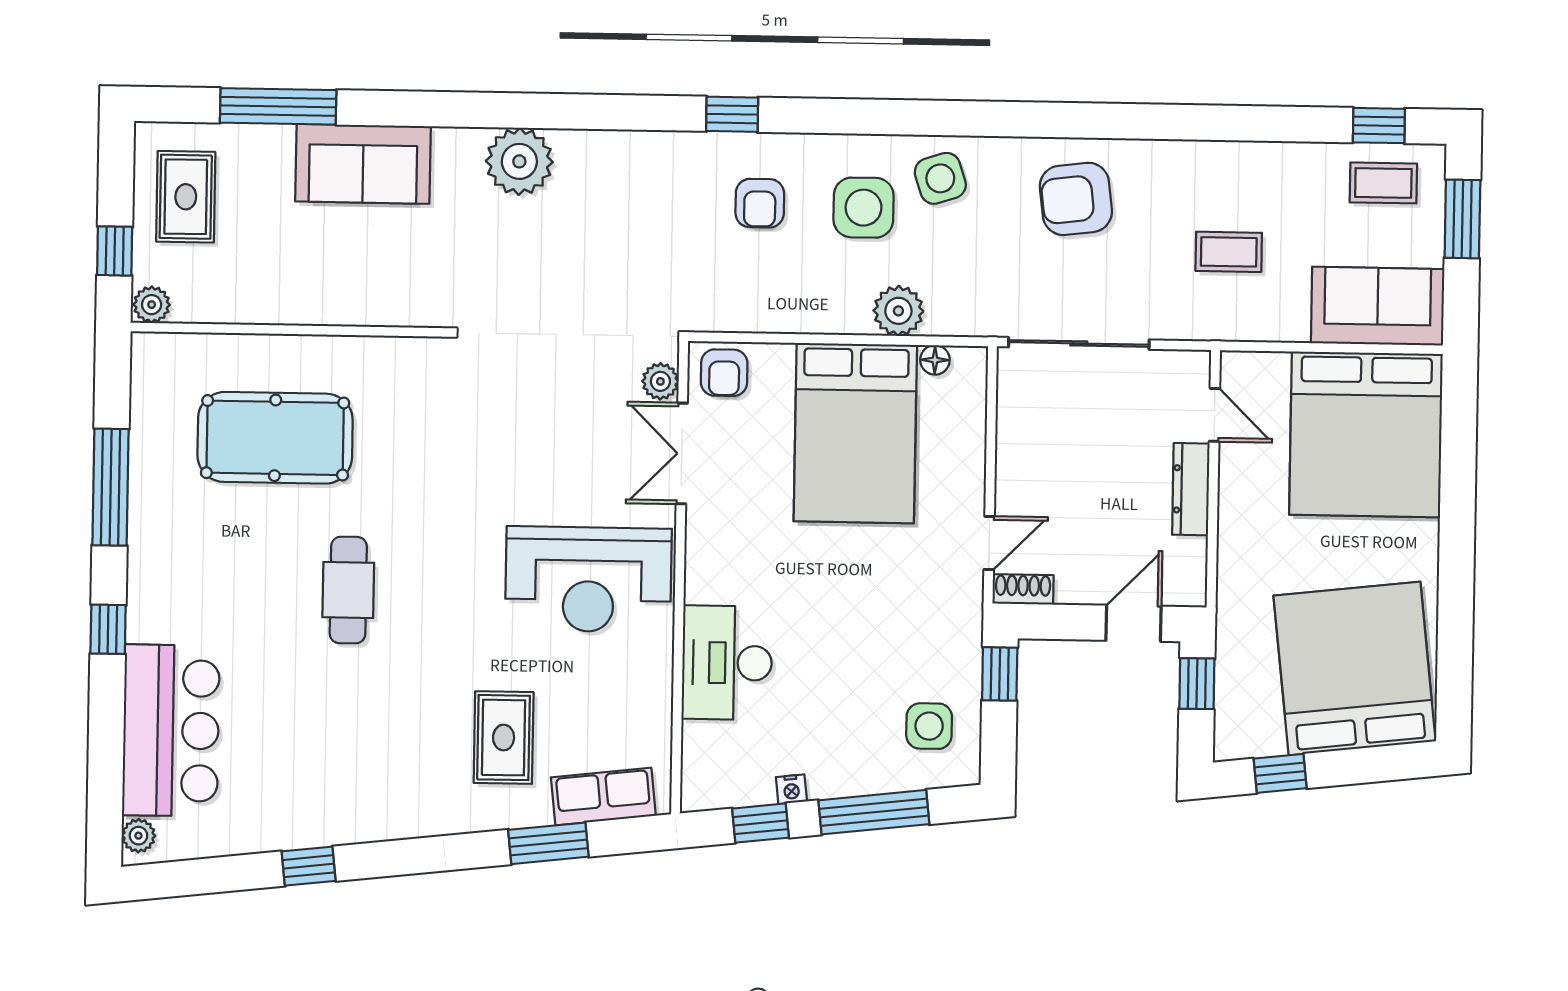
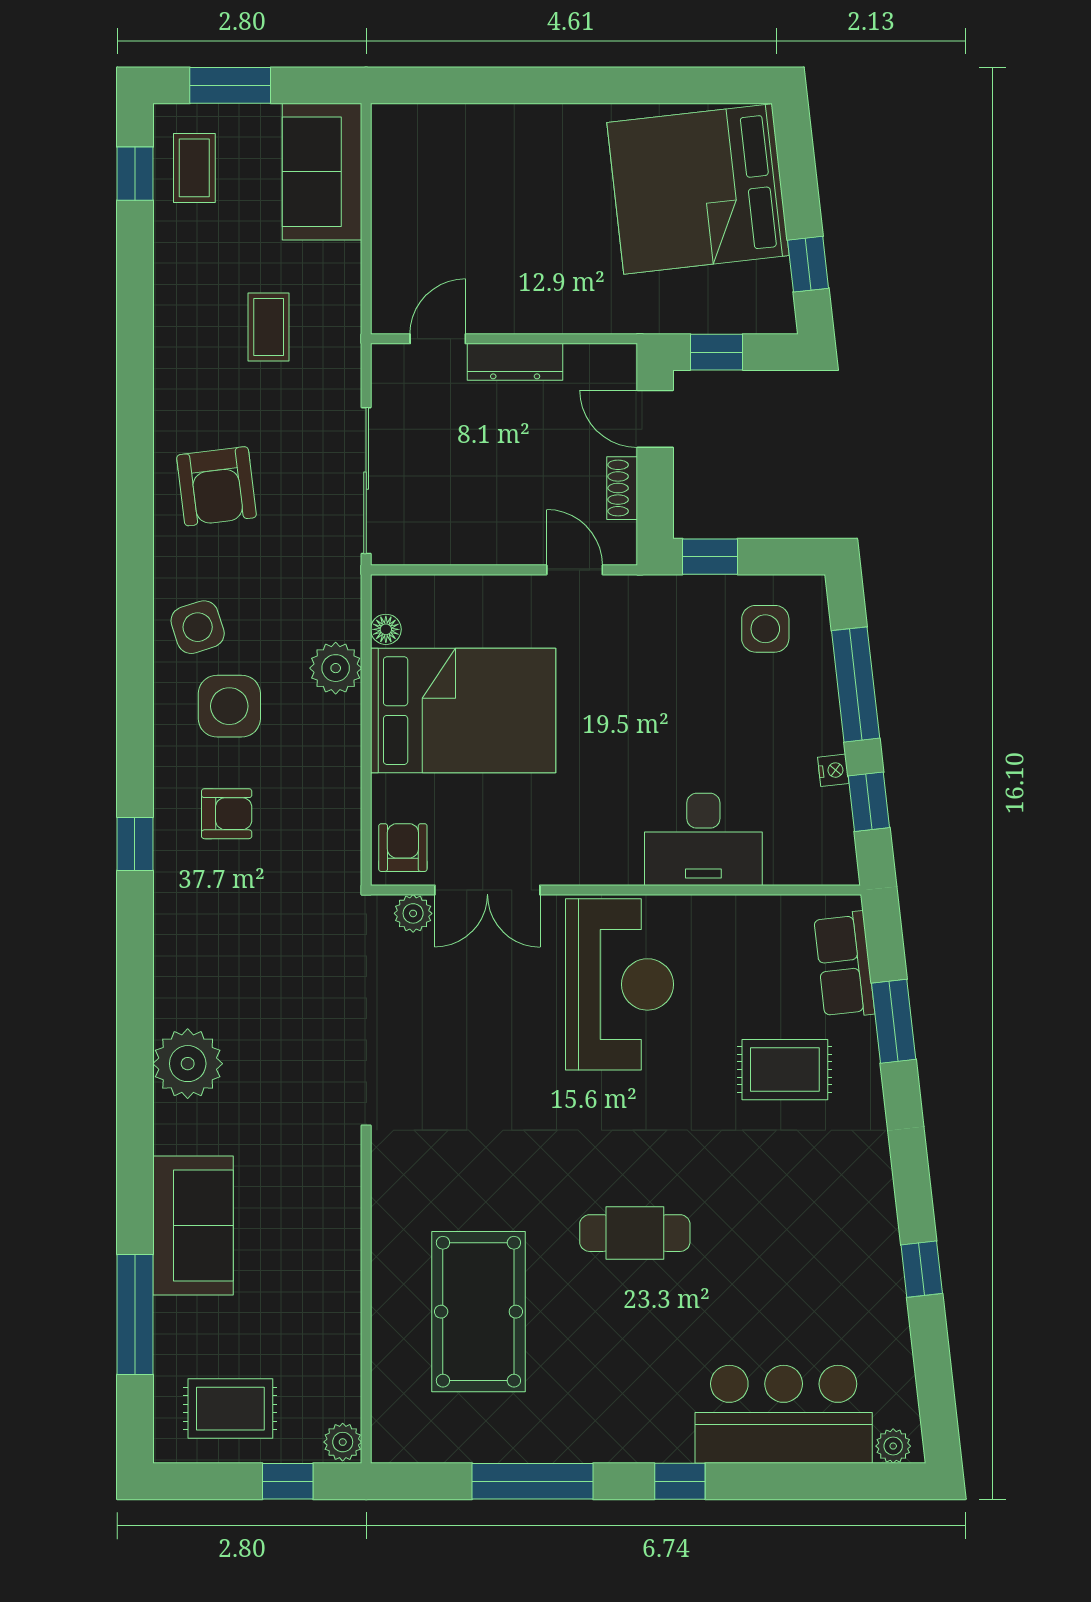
armchair: (724, 373) -> (403, 848), turned -90
bed: (1366, 434) -> (455, 182), removed
shoe rack: (1023, 589) -> (622, 488), moved

